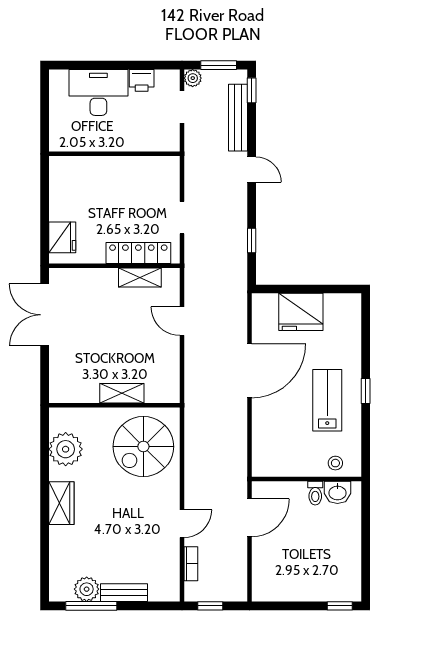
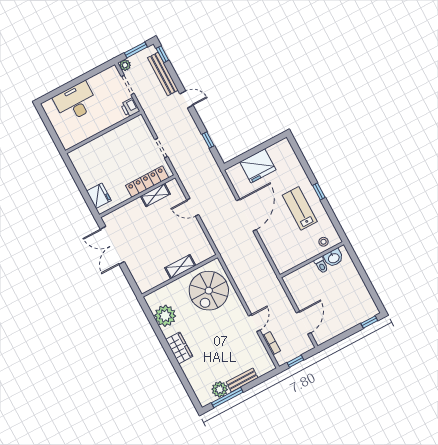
printer: (142, 80) -> (130, 108), moved, turned 90
door: (250, 518) -> (304, 323), moved

